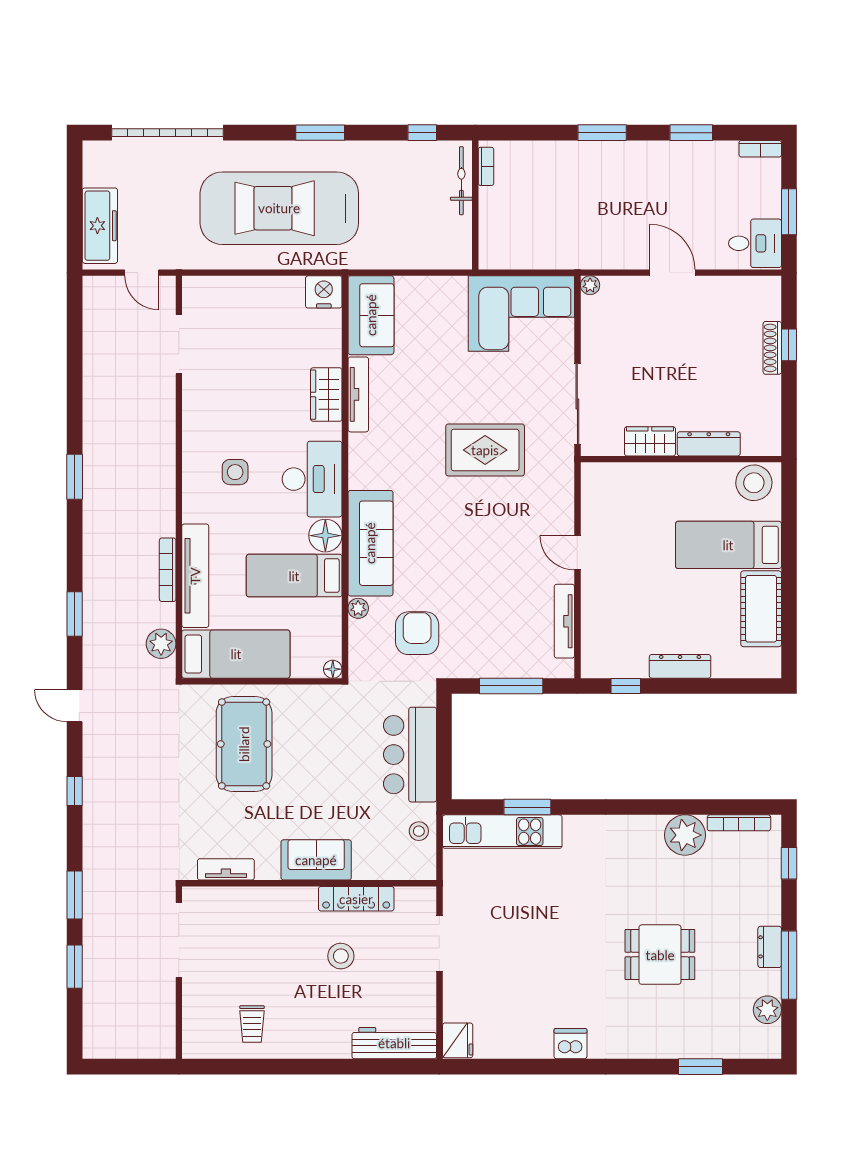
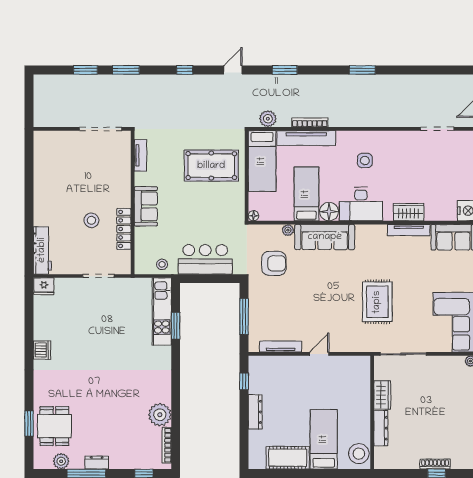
dining table: (660, 955) -> (54, 426), moved
trolley: (252, 1024) -> (53, 170), removed

